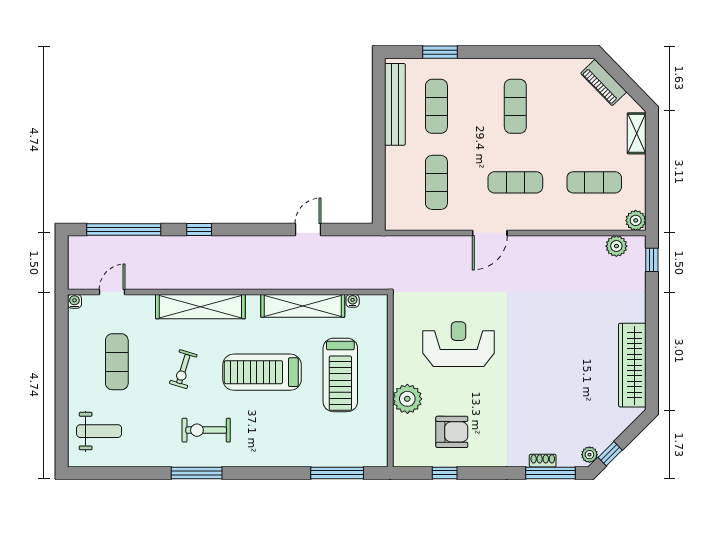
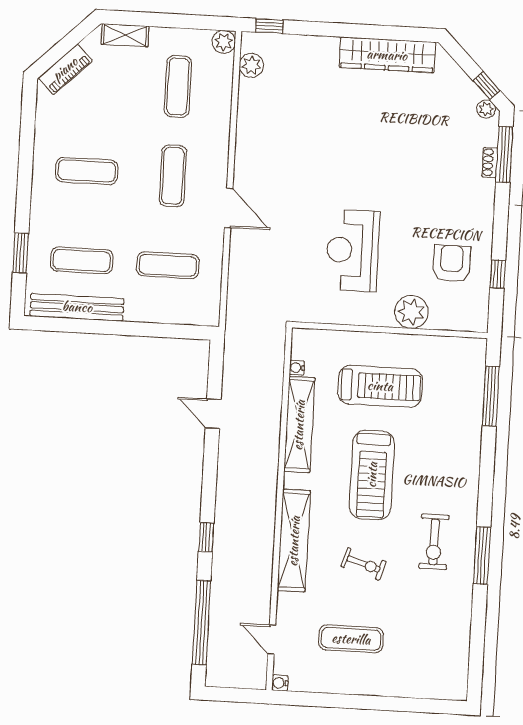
weight bench: (99, 431) -> (428, 663), removed

